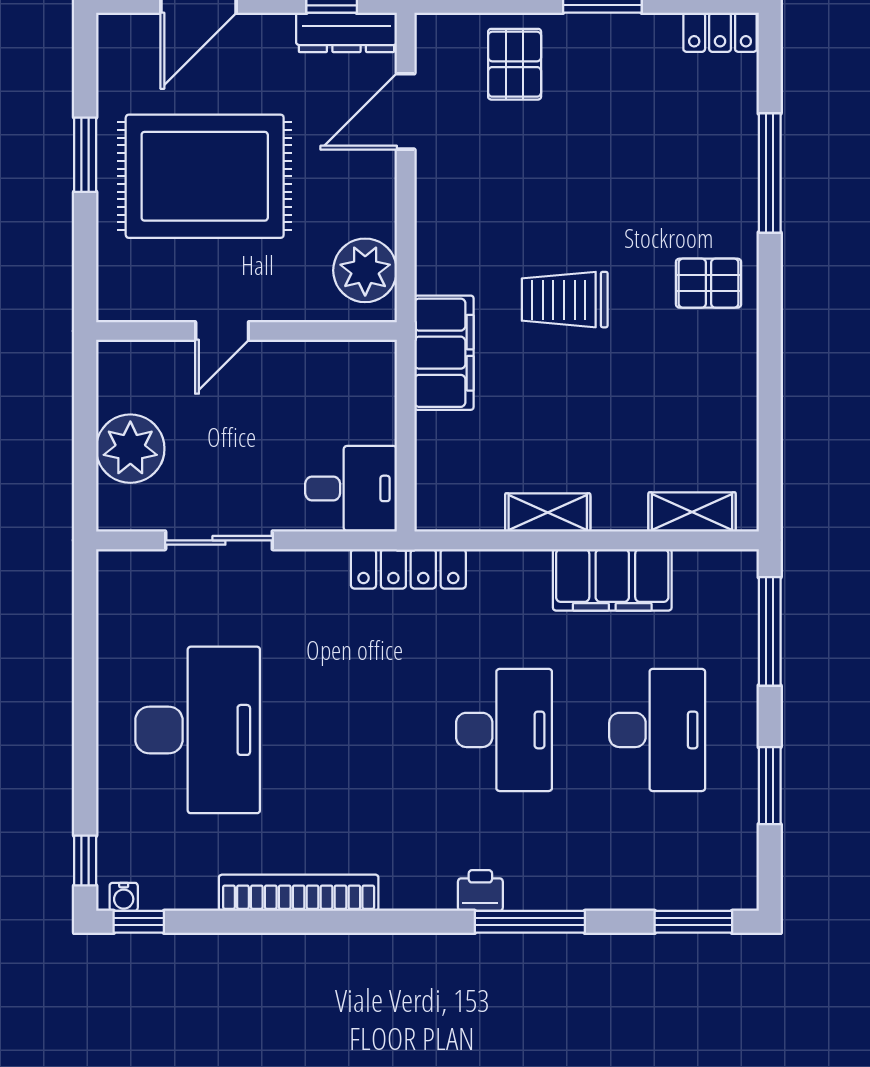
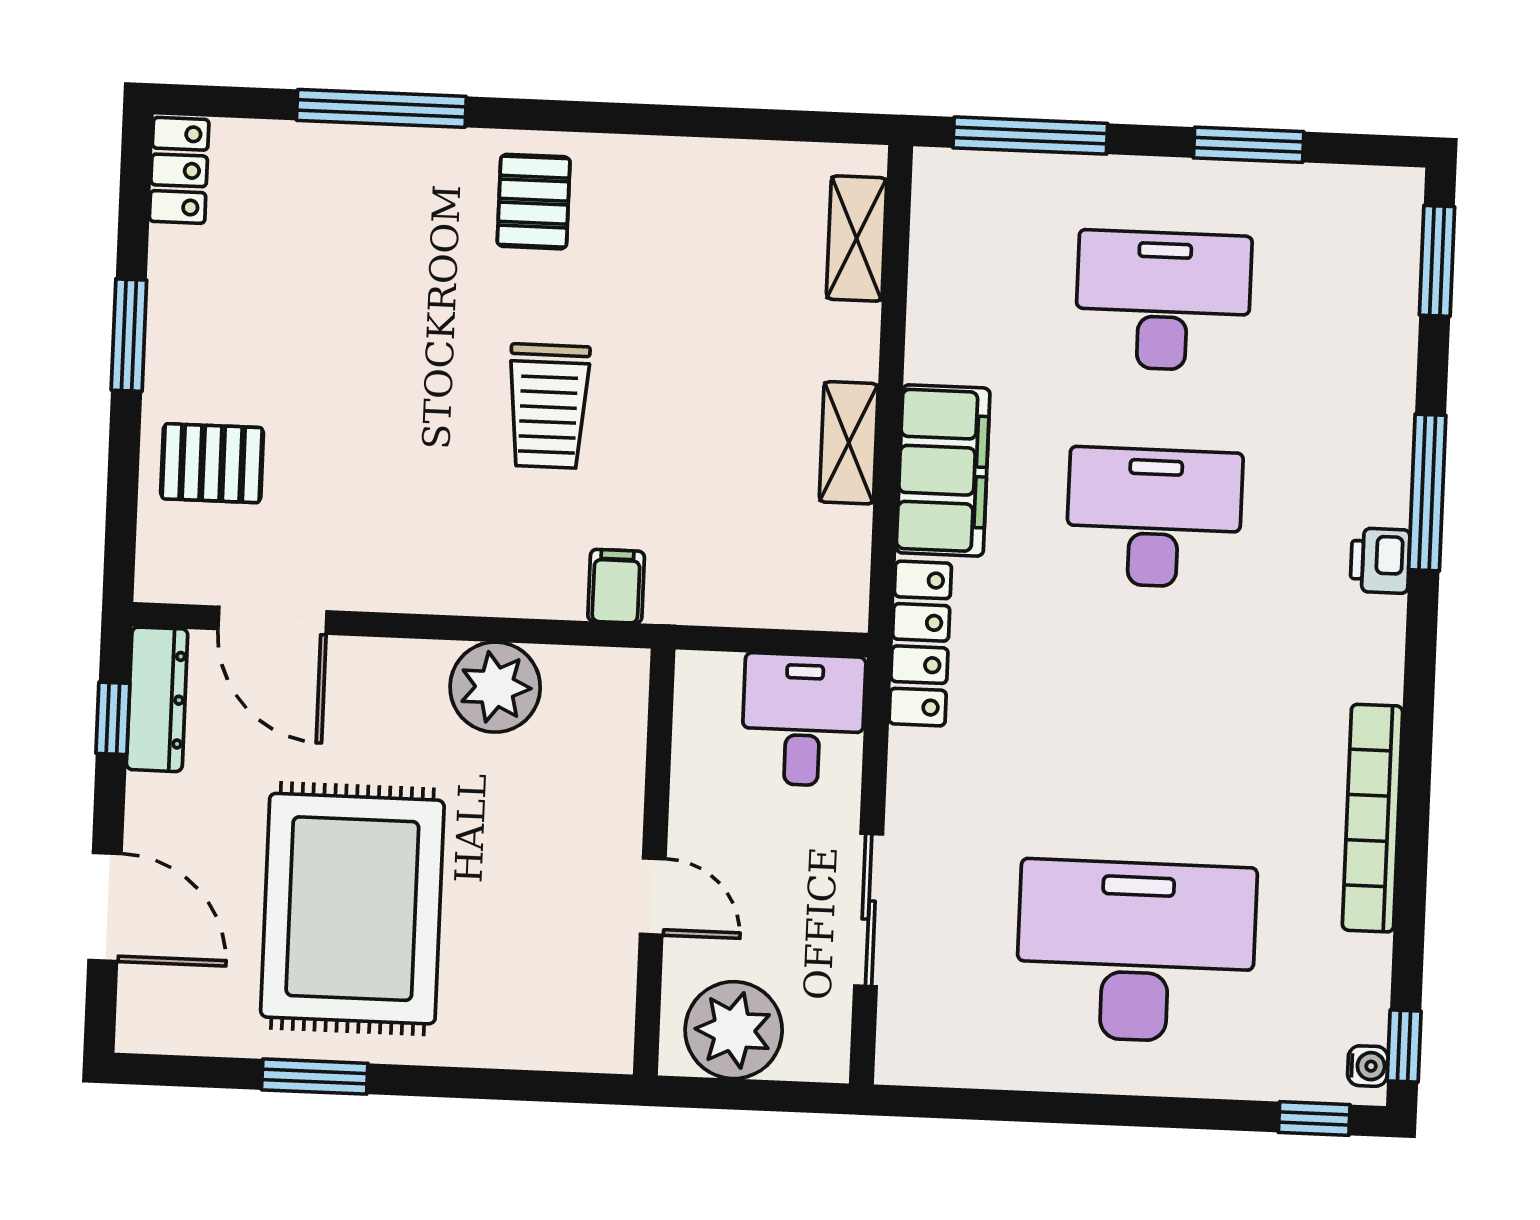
door: (222, 331) -> (653, 897), moved
wall: (246, 331) -> (654, 862), moved
filing cabinet: (444, 353) -> (616, 586), width x0.33, depth x0.86
filing cabinet: (612, 580) -> (943, 470), moved

